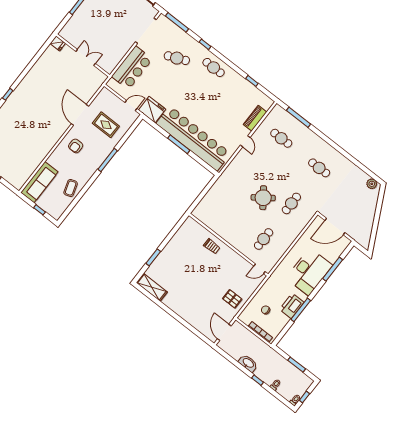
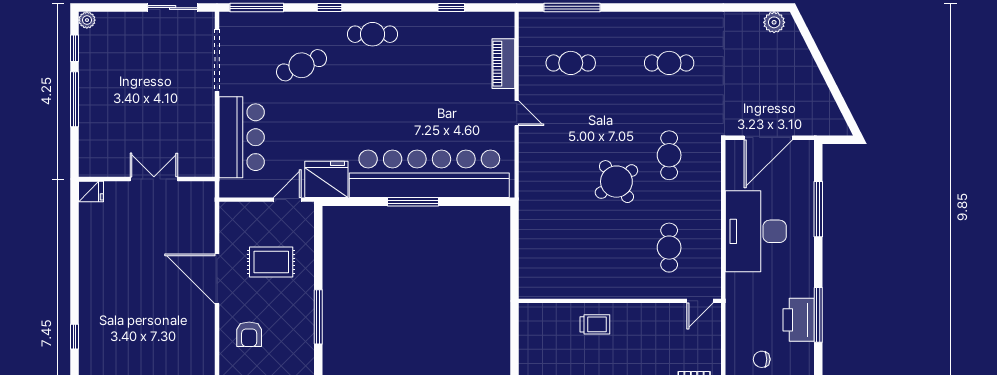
desk: (309, 272) -> (756, 231), moved, turned 180

